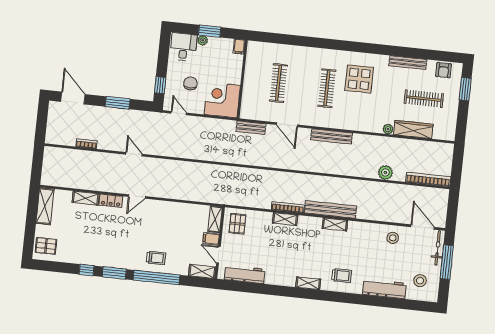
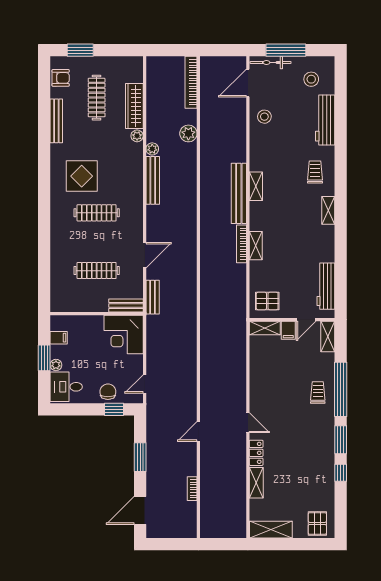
filing cabinet: (239, 47) -> (59, 338), moved
chair: (190, 83) -> (108, 392), moved, turned 90
bench: (246, 105) -> (126, 306), added
bench: (332, 136) -> (153, 180), moved
plant: (376, 141) -> (152, 149), added

